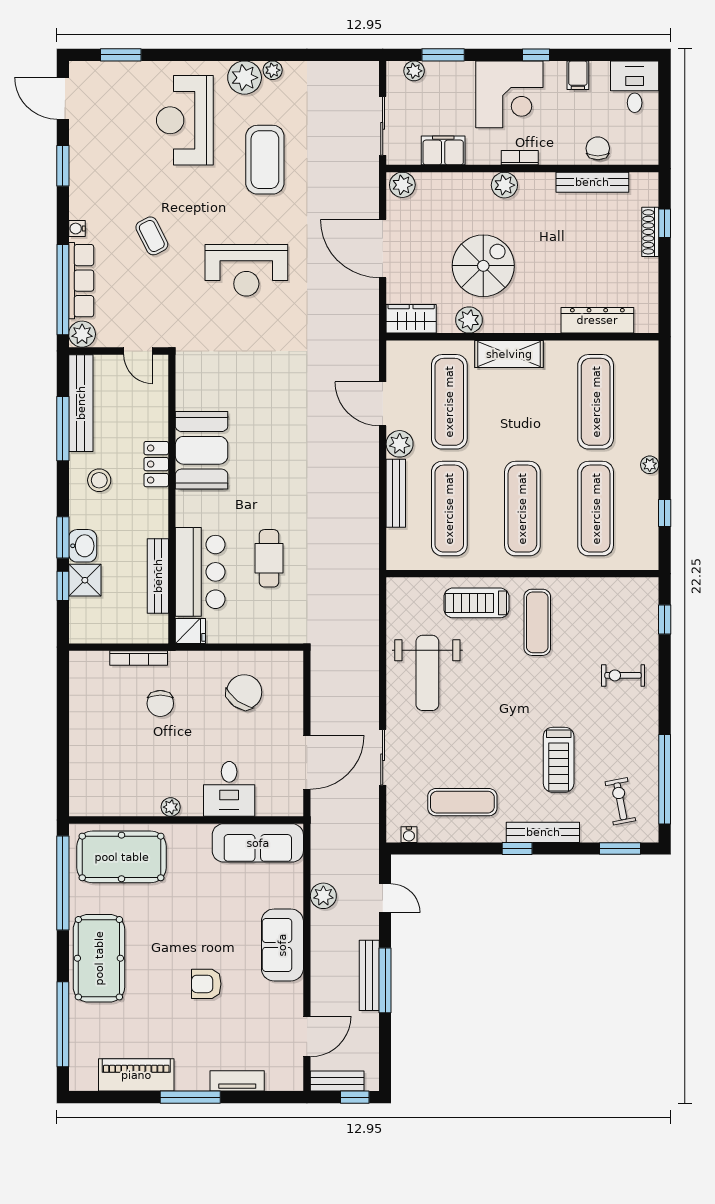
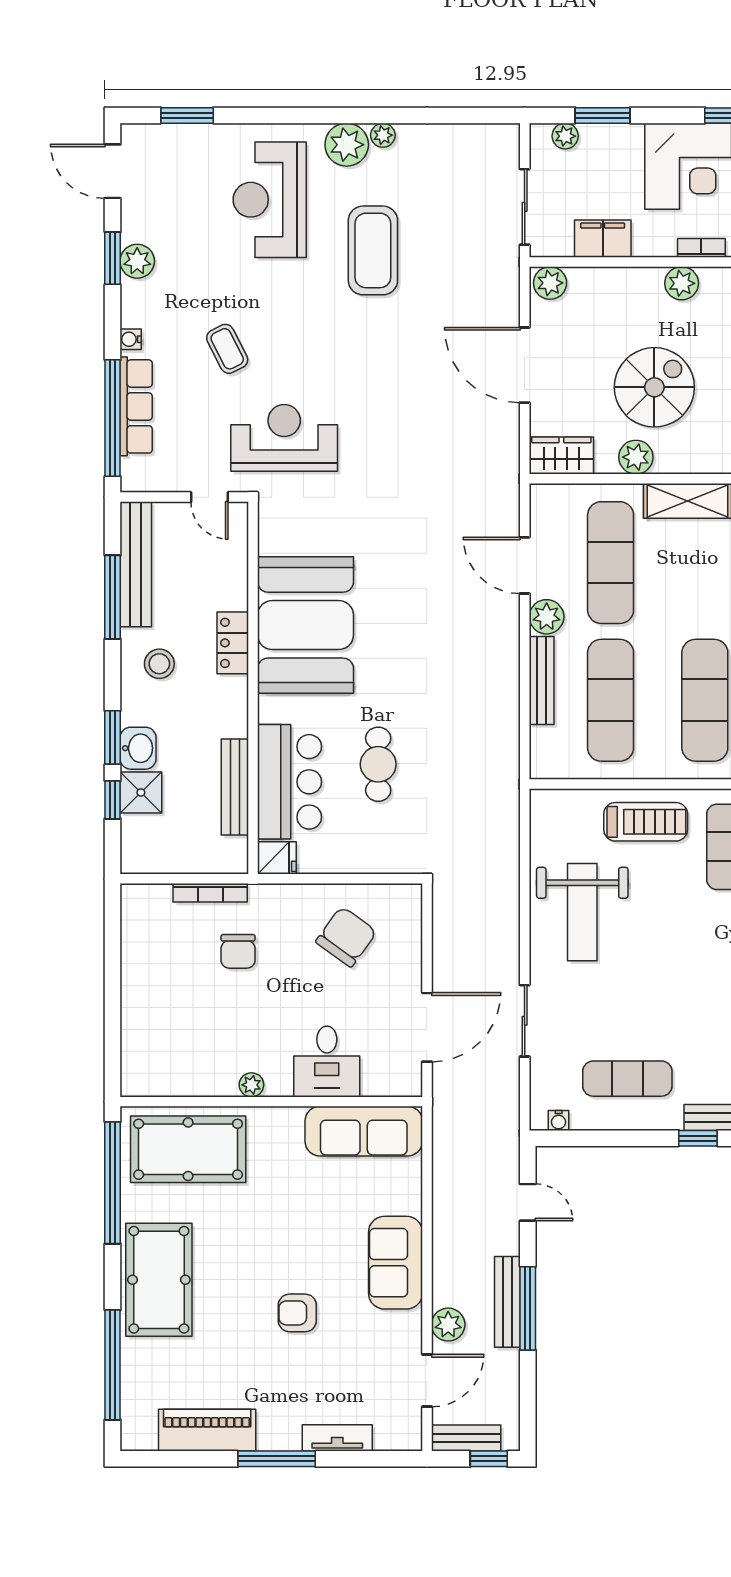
reception desk: (246, 270) -> (284, 438), moved, turned 180
plant: (82, 334) -> (137, 261), moved
booth: (202, 450) -> (305, 625), width x1.36, depth x1.42
treadmill: (476, 603) -> (646, 822), turned 180
plant: (323, 896) -> (448, 1325), moved

